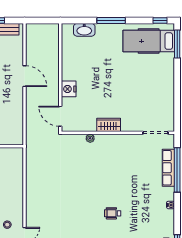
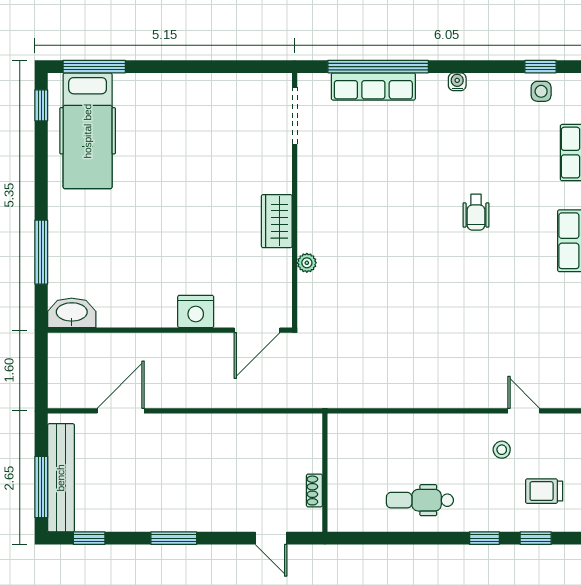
window: (111, 20) -> (41, 252), moved
washbasin: (84, 30) -> (72, 313), moved, turned -90
door: (25, 76) -> (121, 411), moved

